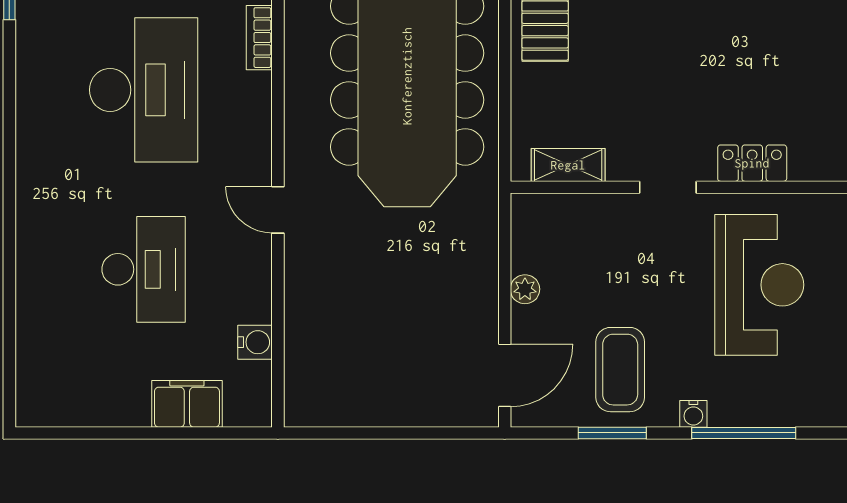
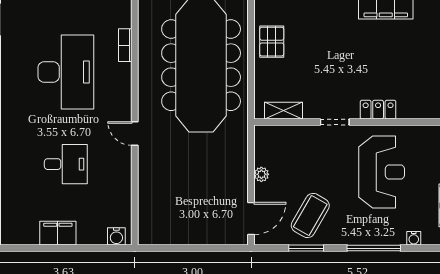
desk: (144, 269) -> (66, 164), width x0.73
water cooler: (255, 342) -> (116, 236), moved, turned 90
coffee table: (620, 370) -> (310, 215), turned 30
filing cabinet: (187, 404) -> (58, 233), moved
water cooler: (693, 414) -> (414, 238), moved

